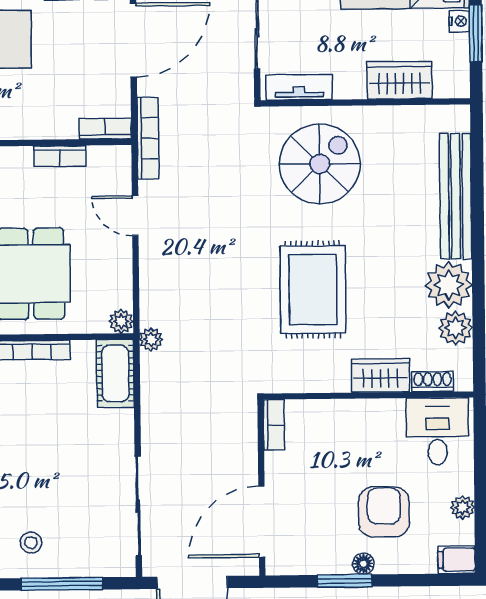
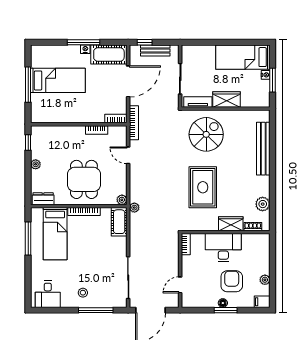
wardrobe: (400, 80) -> (226, 99), moved
plant: (449, 285) -> (260, 186), removed
desk: (438, 431) -> (223, 248), moved, width x1.37
door: (262, 522) -> (180, 285), width x0.53
window: (344, 581) -> (226, 310), moved

